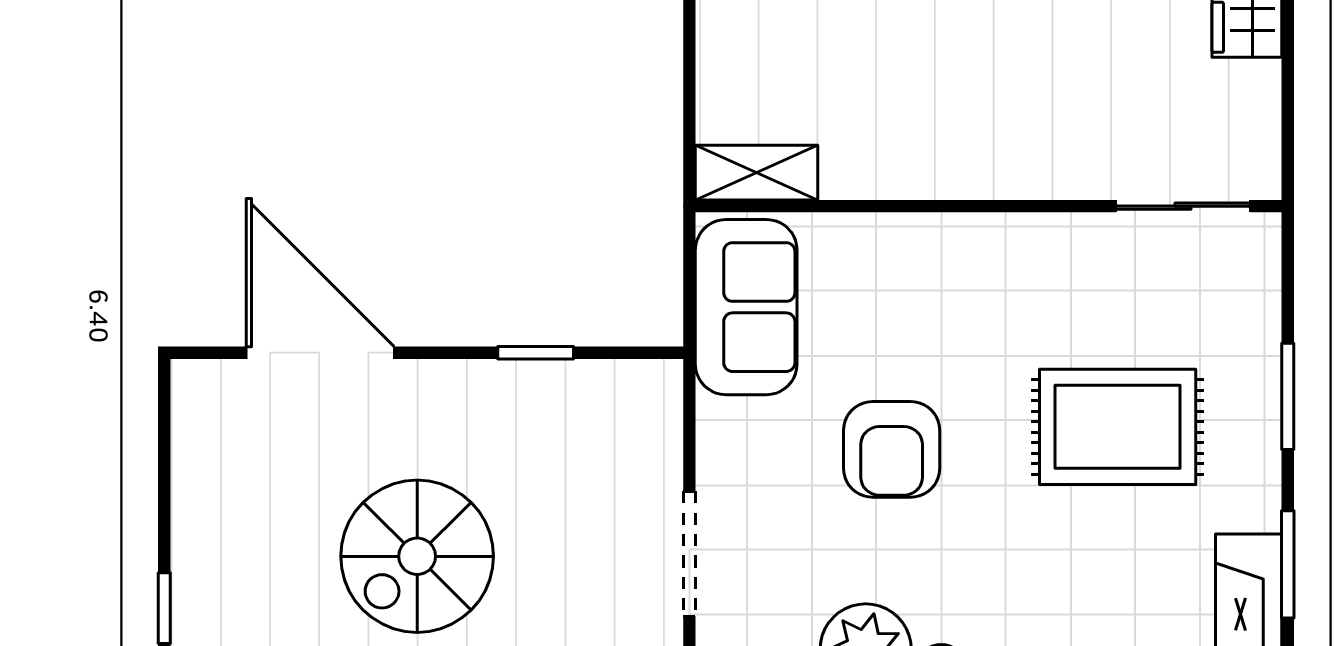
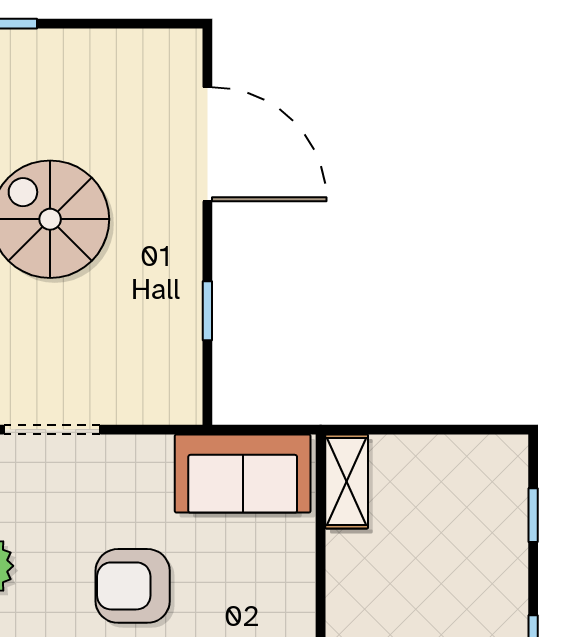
door: (320, 353) -> (207, 144), hinge flipped

